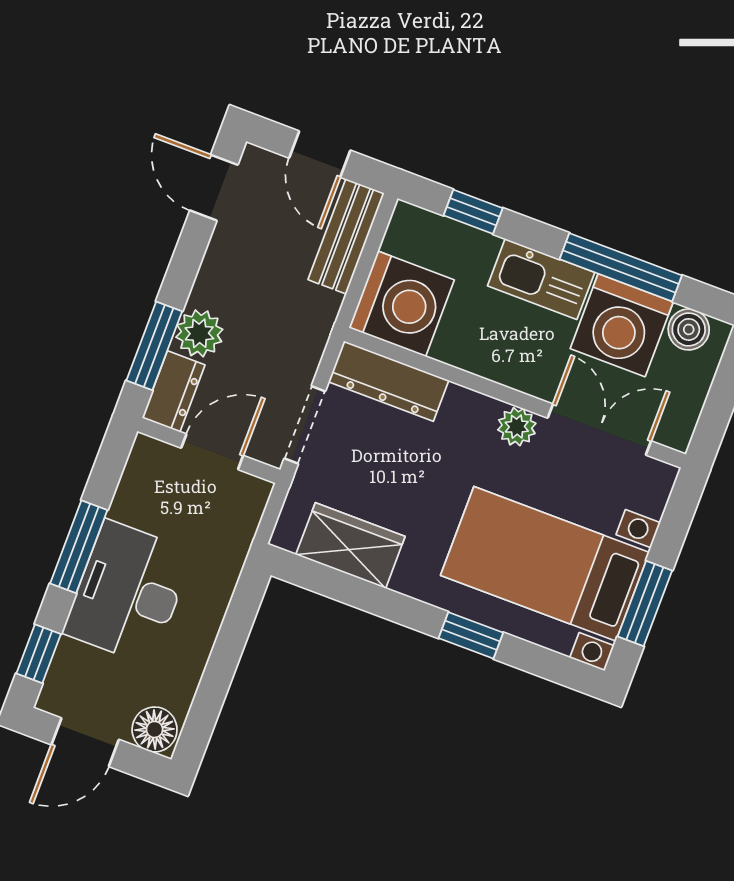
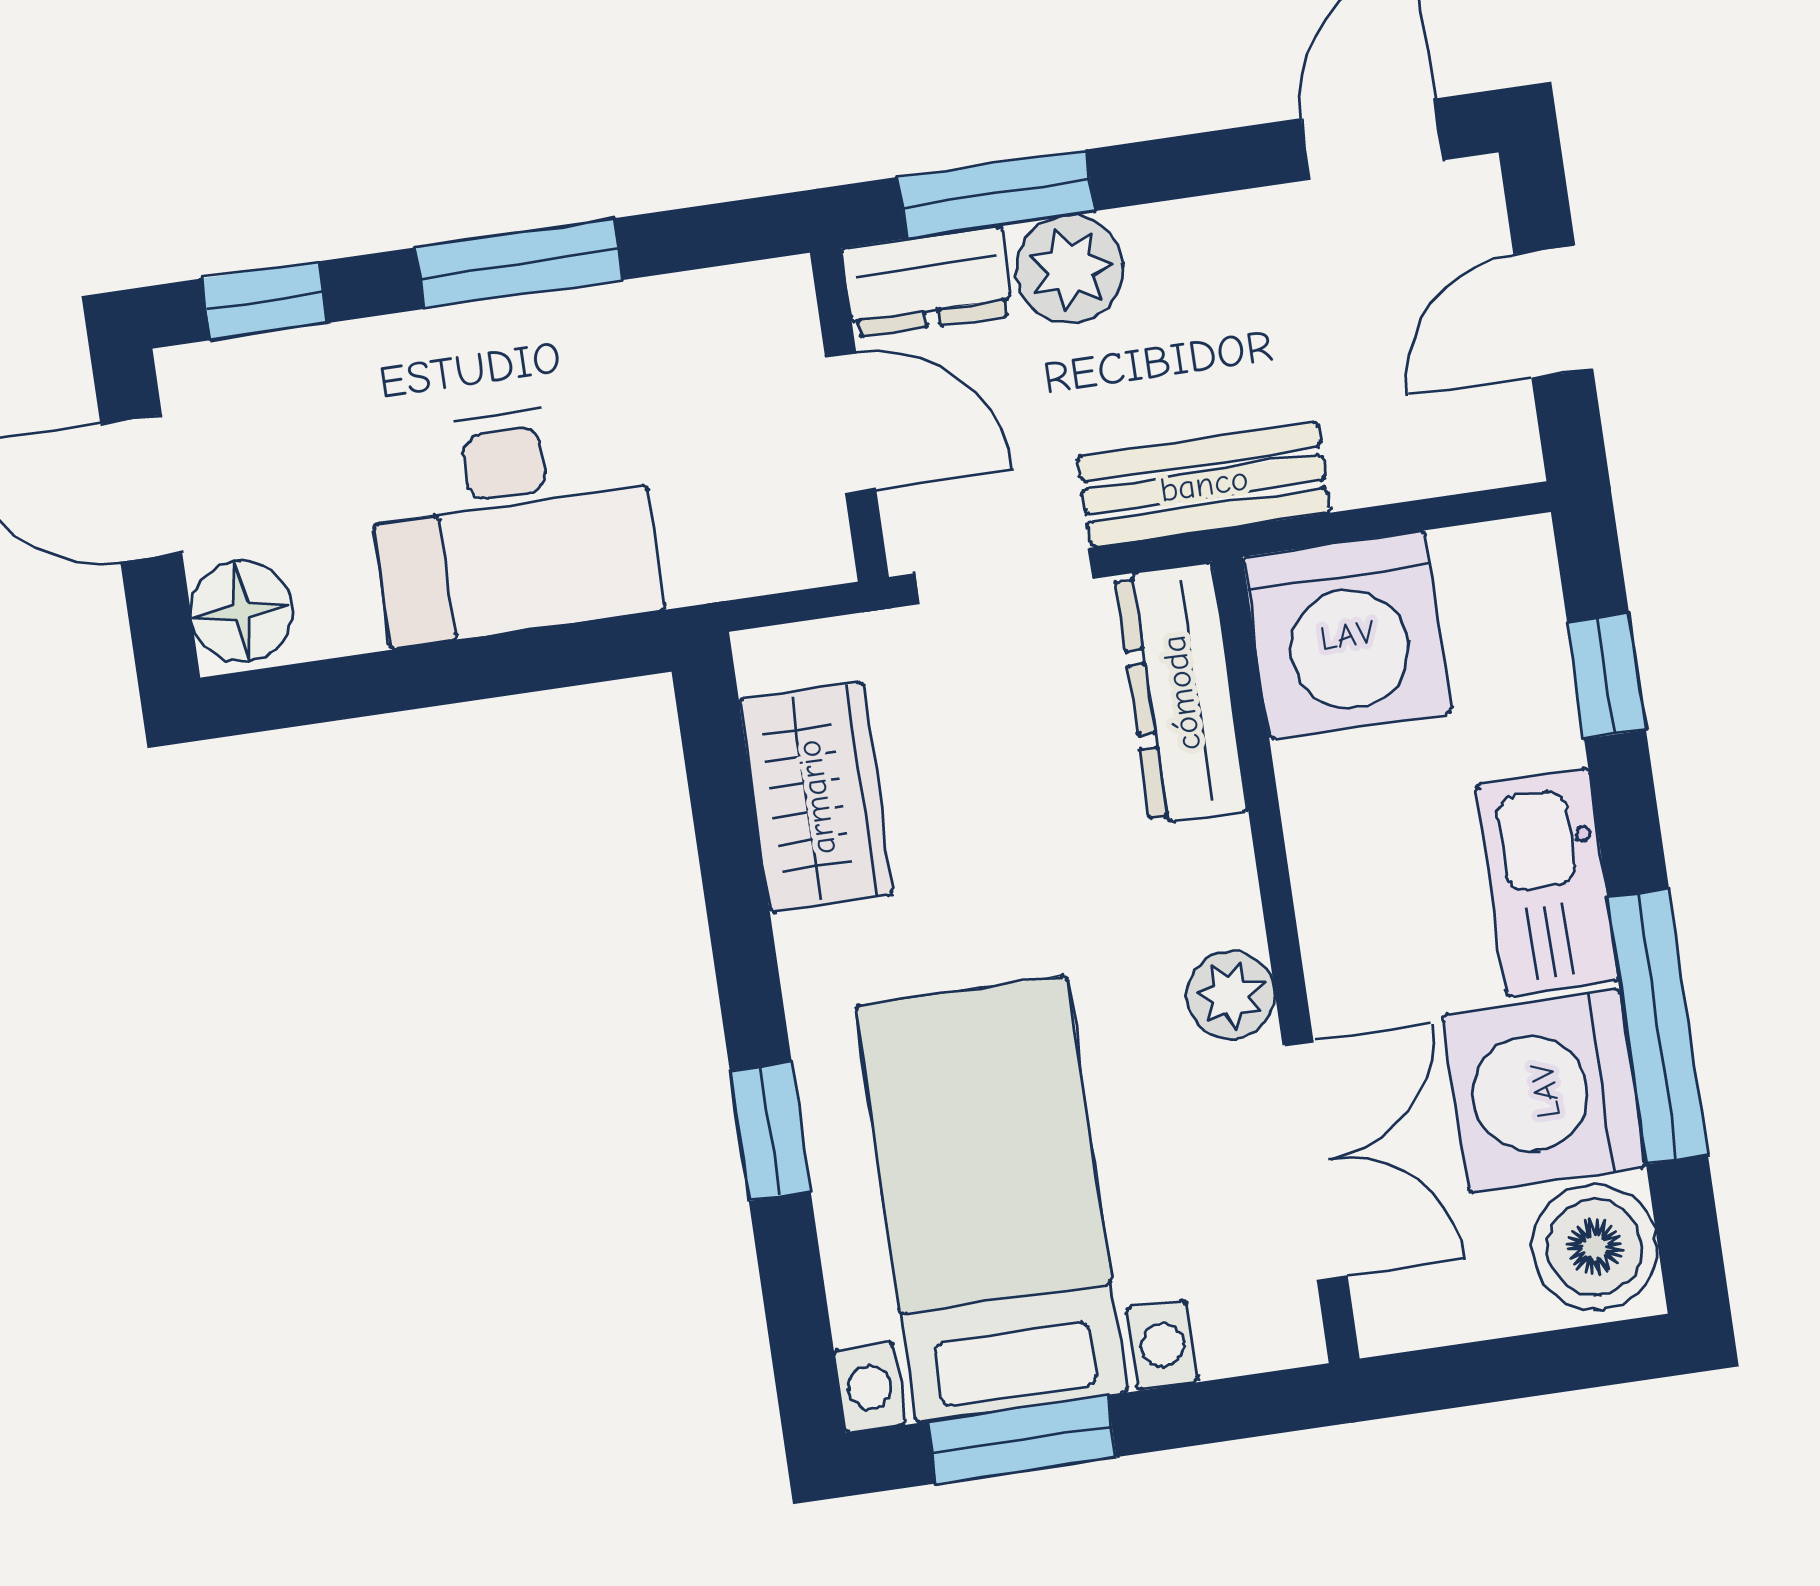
bench: (346, 236) -> (1204, 484), moved
boiler: (689, 329) -> (1595, 1247), width x1.36, depth x1.36
desk: (128, 592) -> (513, 522), moved, turned 180

